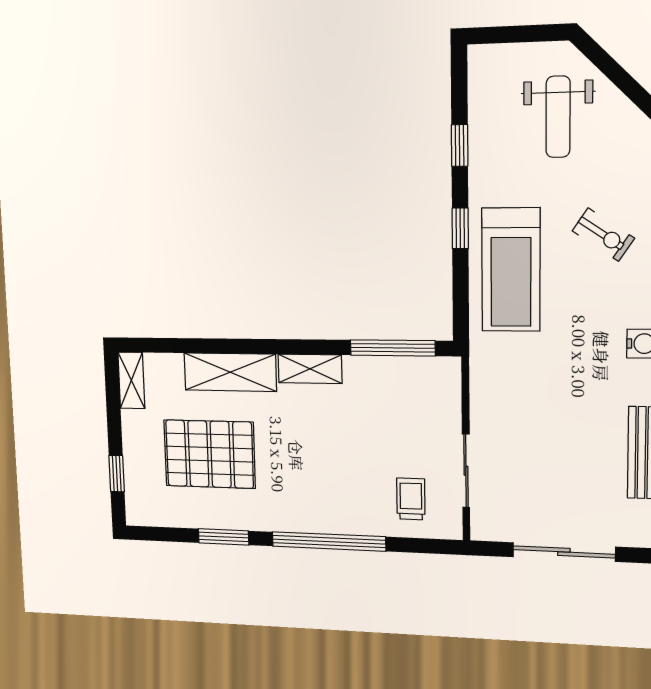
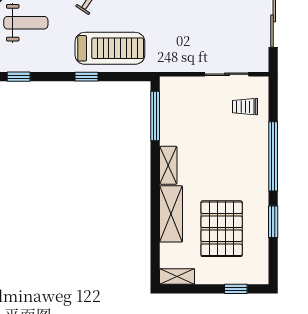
window: (460, 145) -> (19, 77), moved

